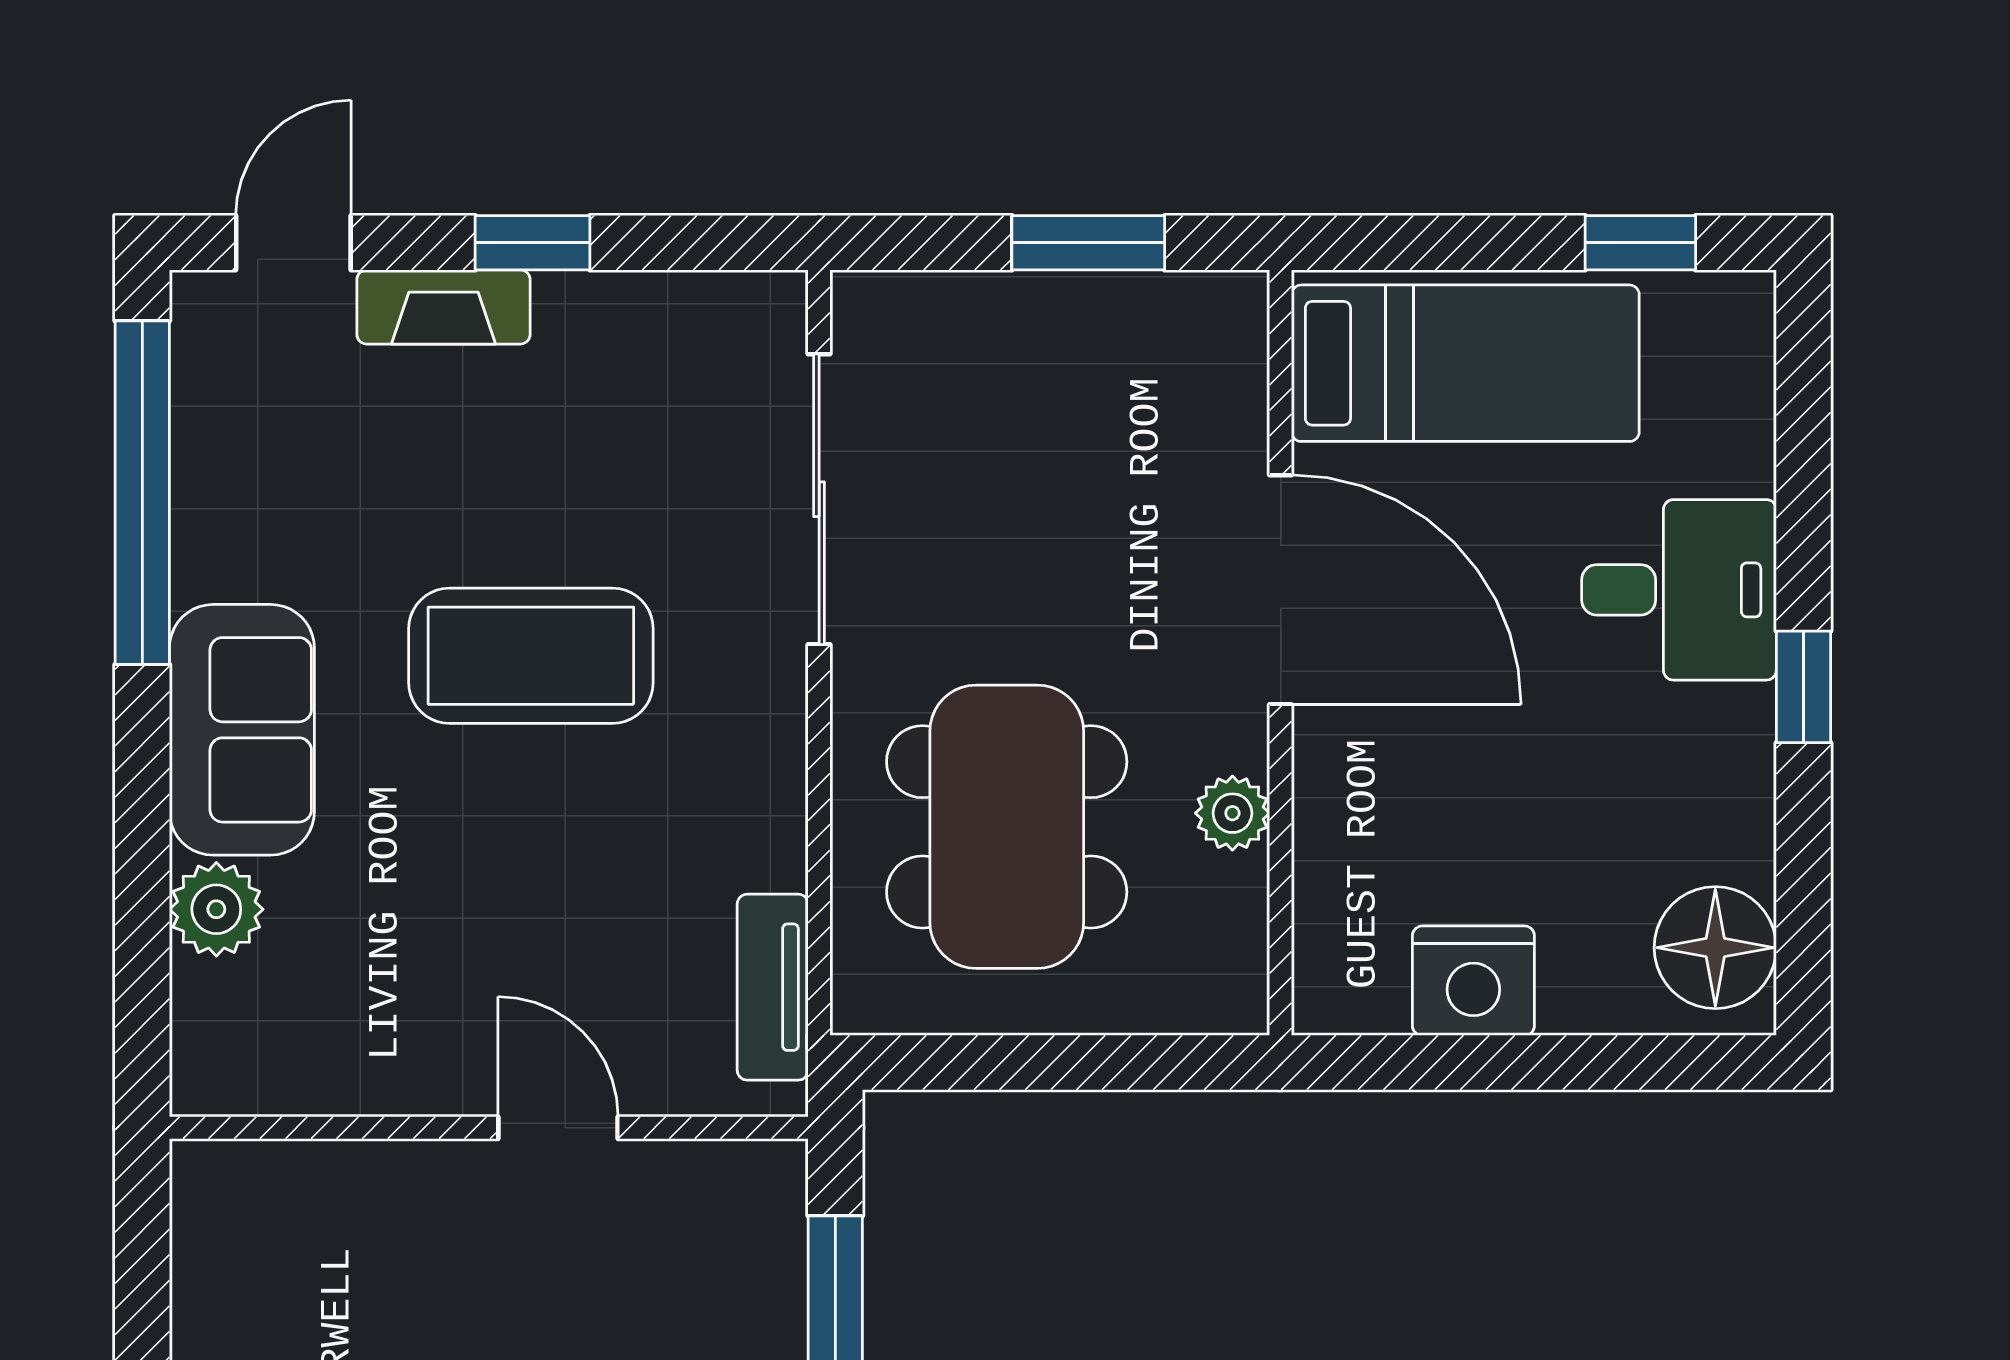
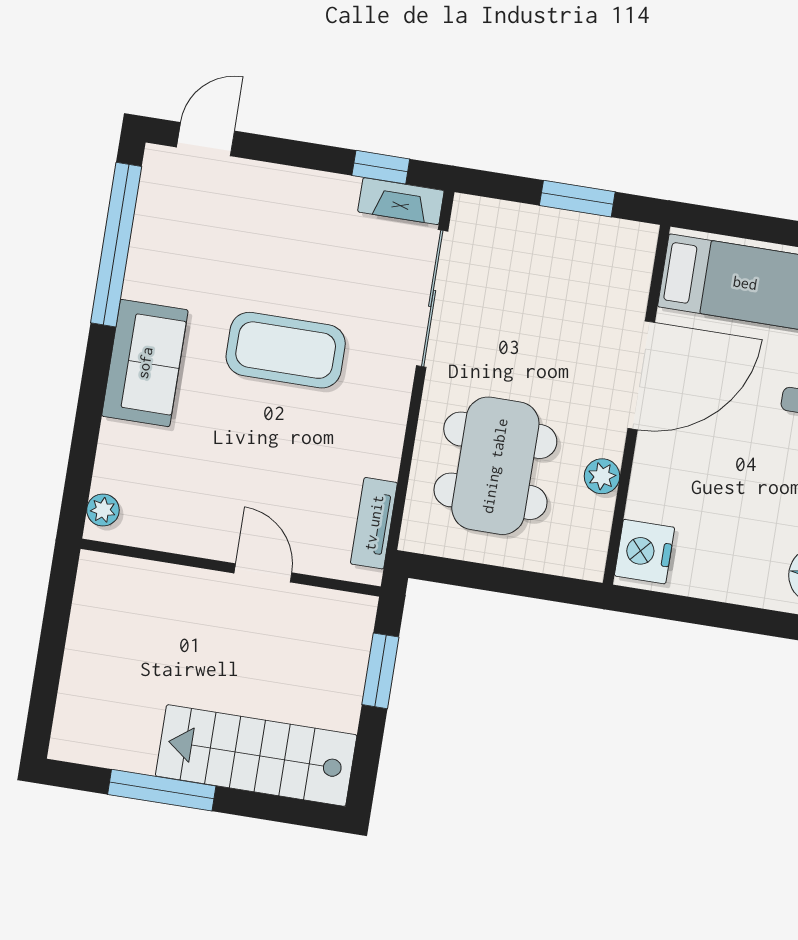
window: (533, 243) -> (381, 167), moved
fireplace: (444, 307) -> (401, 201), moved
door: (1281, 590) -> (641, 375), hinge flipped
plant: (216, 909) -> (103, 510), moved, width x0.73, depth x0.73
nightstand: (1473, 981) -> (644, 552), moved, turned 90

